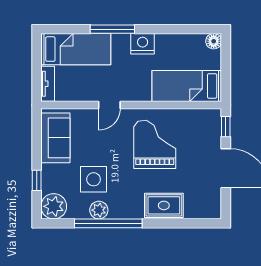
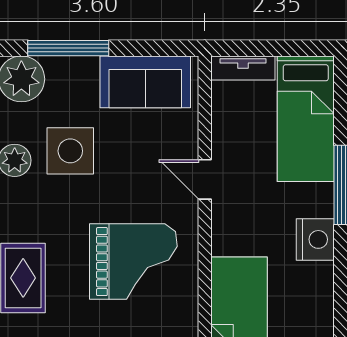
window: (37, 180) -> (68, 48), width x2.17

